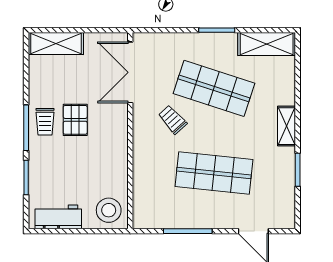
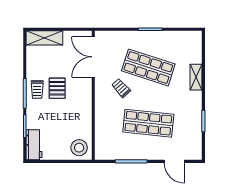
shelving: (267, 44) -> (183, 38), removed
shelving: (286, 126) -> (196, 77), moved
workbench: (58, 217) -> (34, 145), moved, turned 90

